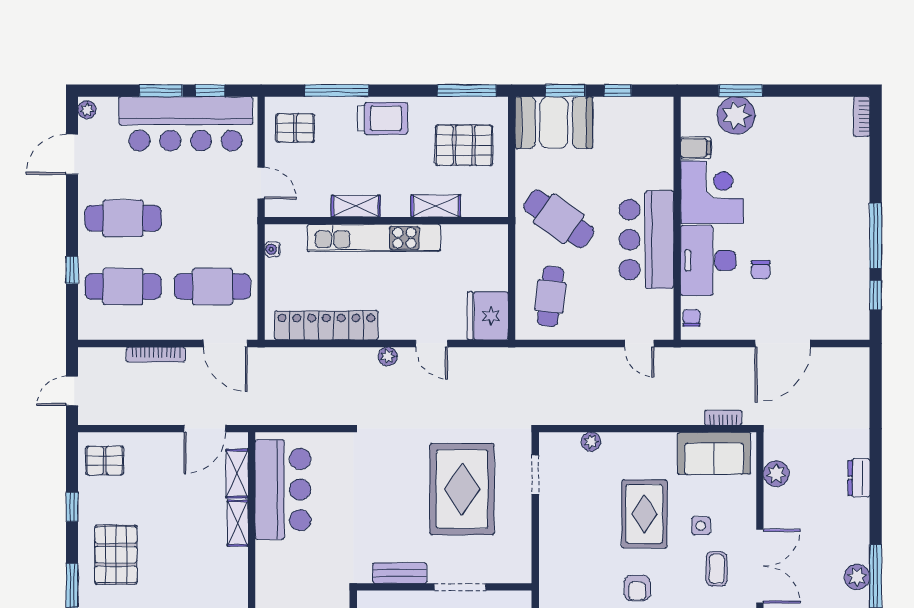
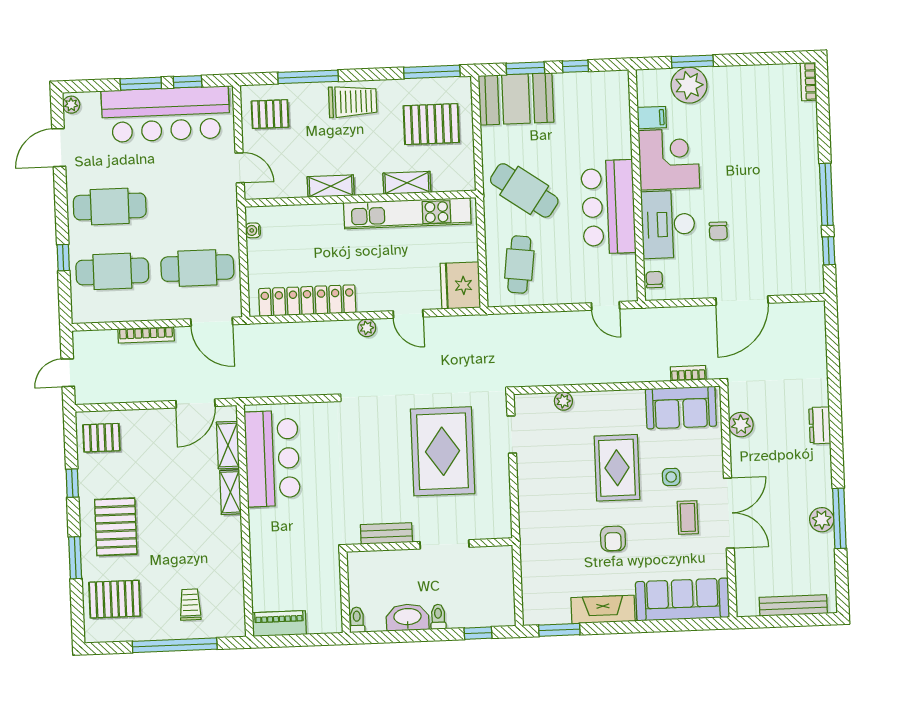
kitchen unit: (374, 238) -> (407, 213), moved

